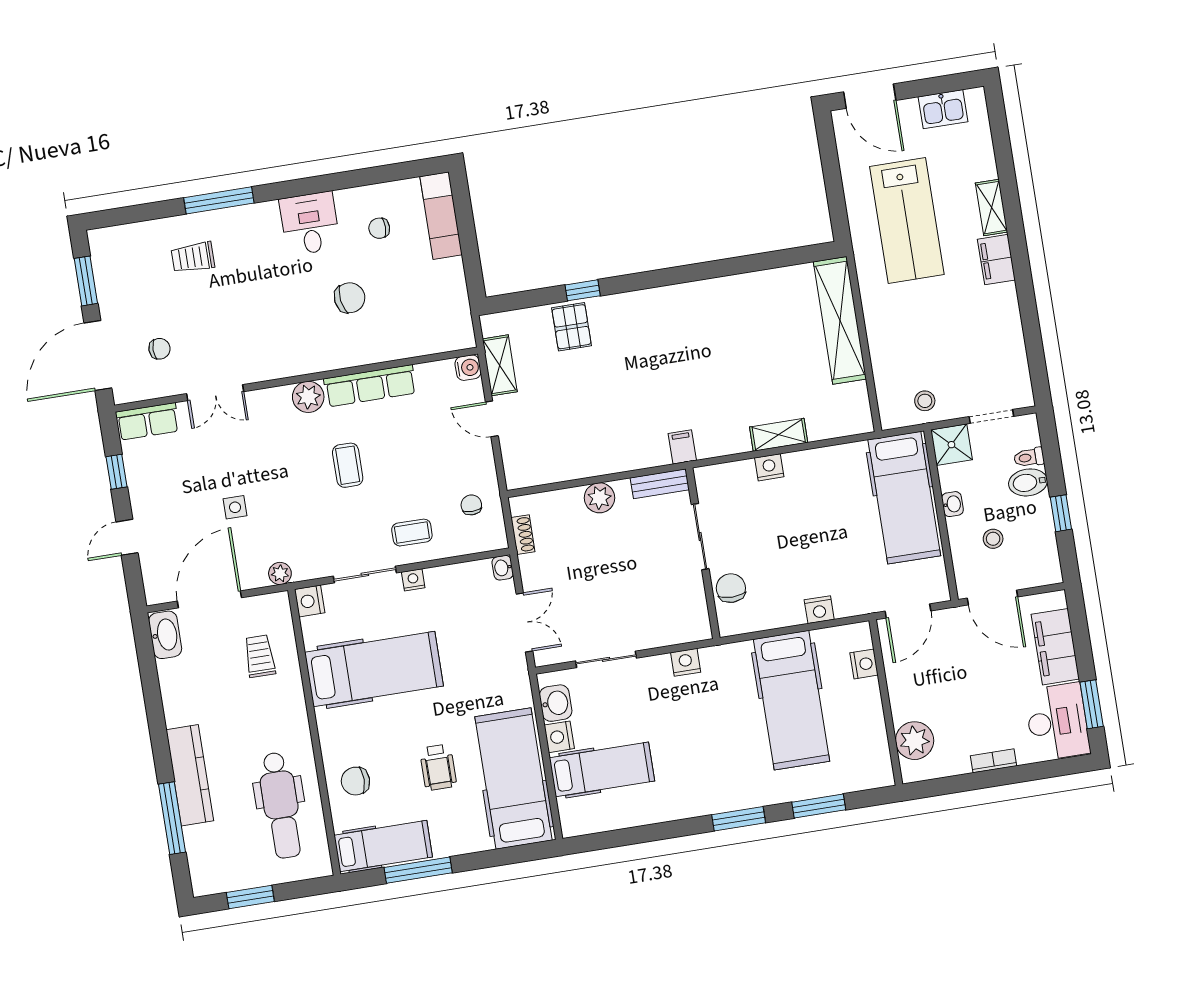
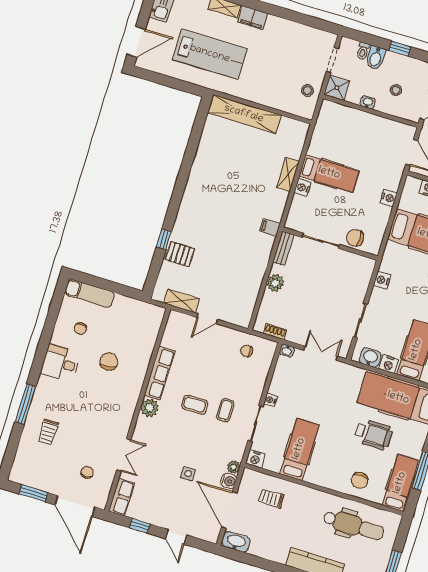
water cooler: (468, 368) -> (229, 481), moved, turned 90
hospital bed: (904, 498) -> (329, 173), moved, width x0.73, depth x0.78
coffee table: (412, 533) -> (225, 410), moved
hospital bed: (374, 669) -> (299, 449), width x0.73, depth x0.78
wheelchair: (438, 767) -> (374, 434), width x1.36, depth x1.37

